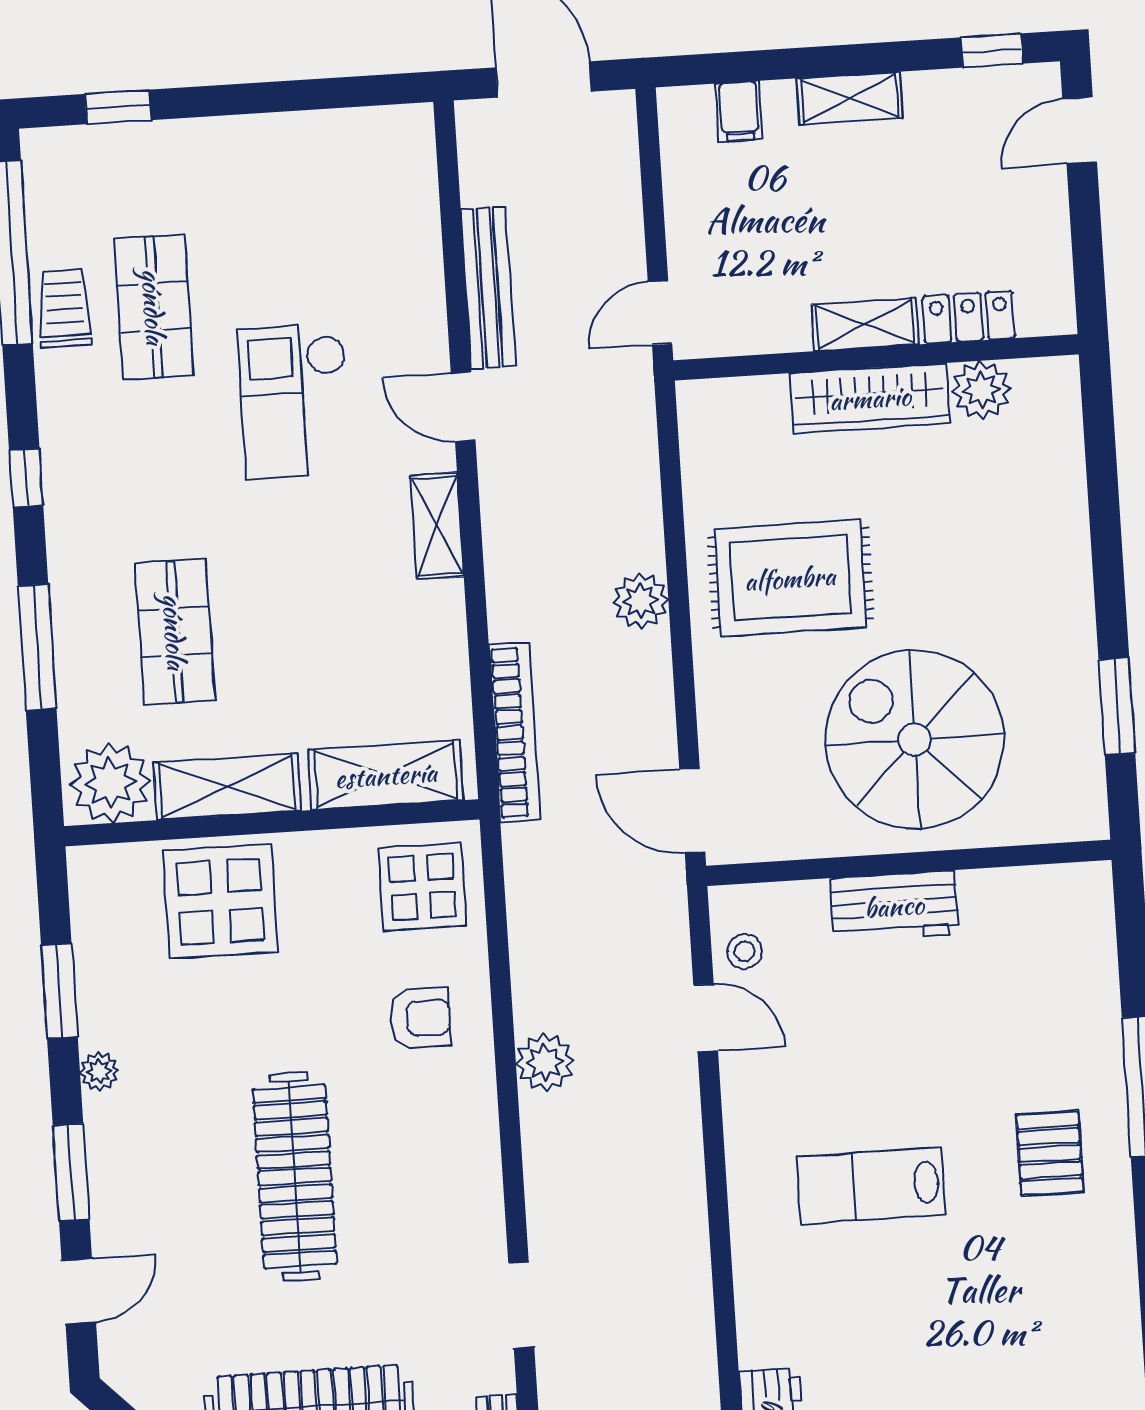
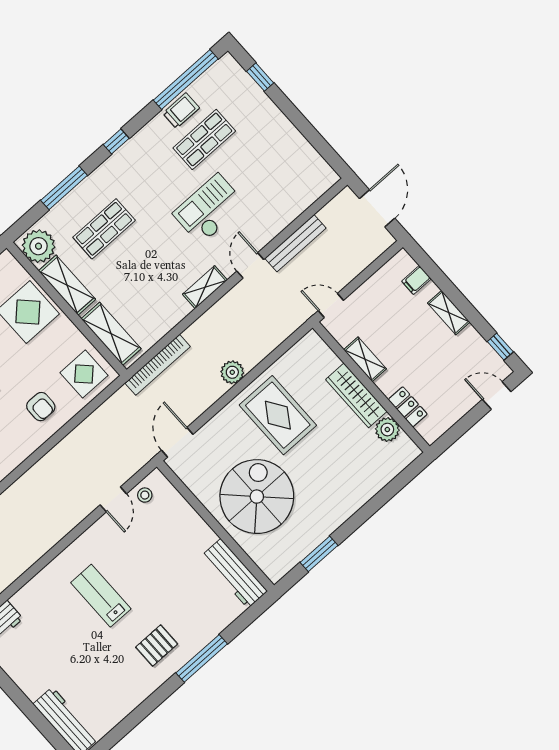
shelving: (865, 324) -> (365, 359), moved
workbench: (894, 906) -> (234, 574), moved, width x1.38
plant: (545, 1062) -> (58, 458), removed

